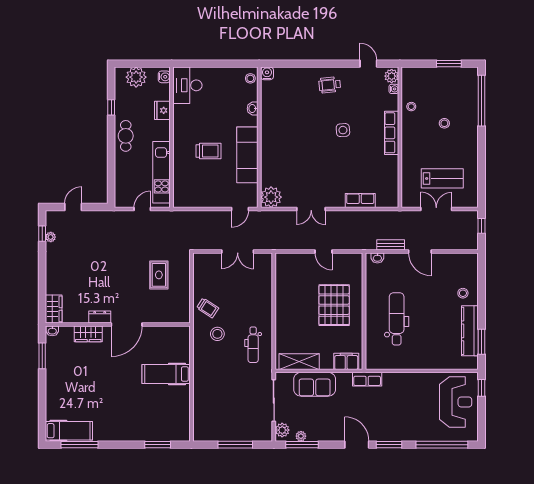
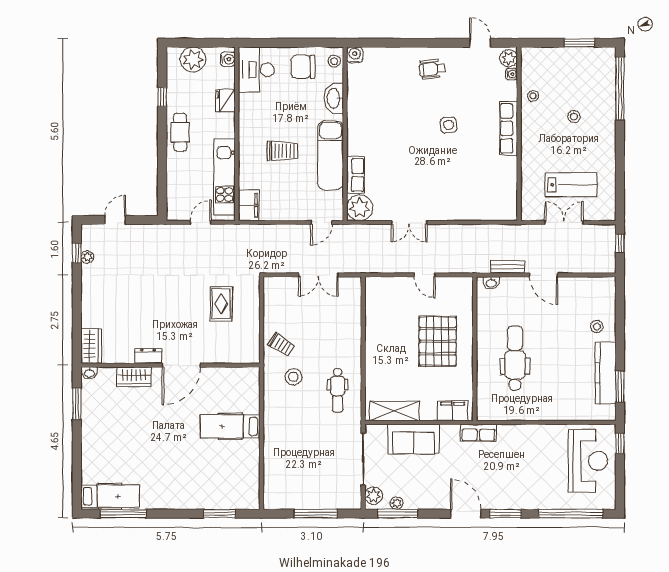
chair: (225, 83) -> (303, 67), added
washbasin: (253, 109) -> (334, 98), width x1.91, depth x1.45
filing cabinet: (181, 195) -> (249, 205), added
row of seats: (360, 200) -> (356, 175), moved, turned 90

